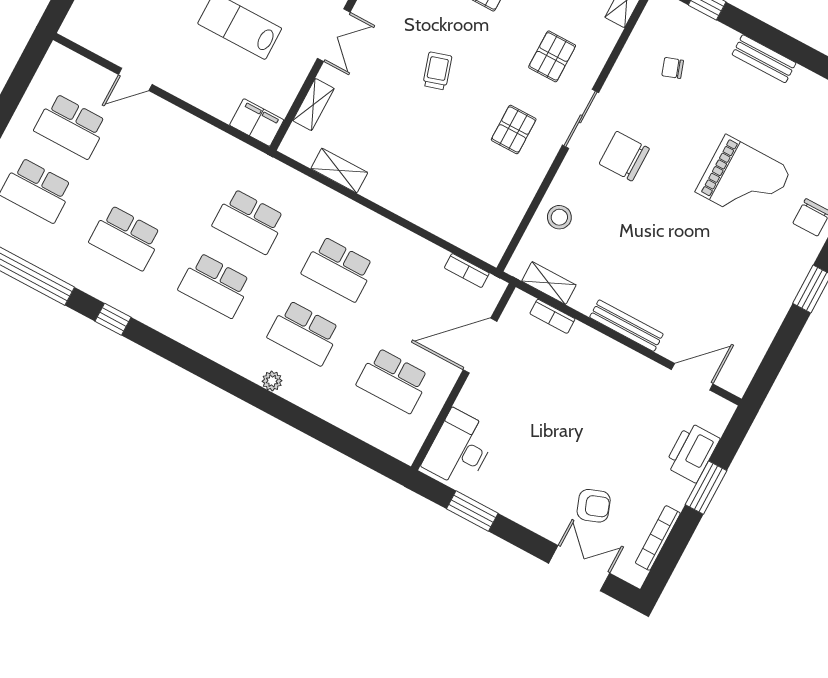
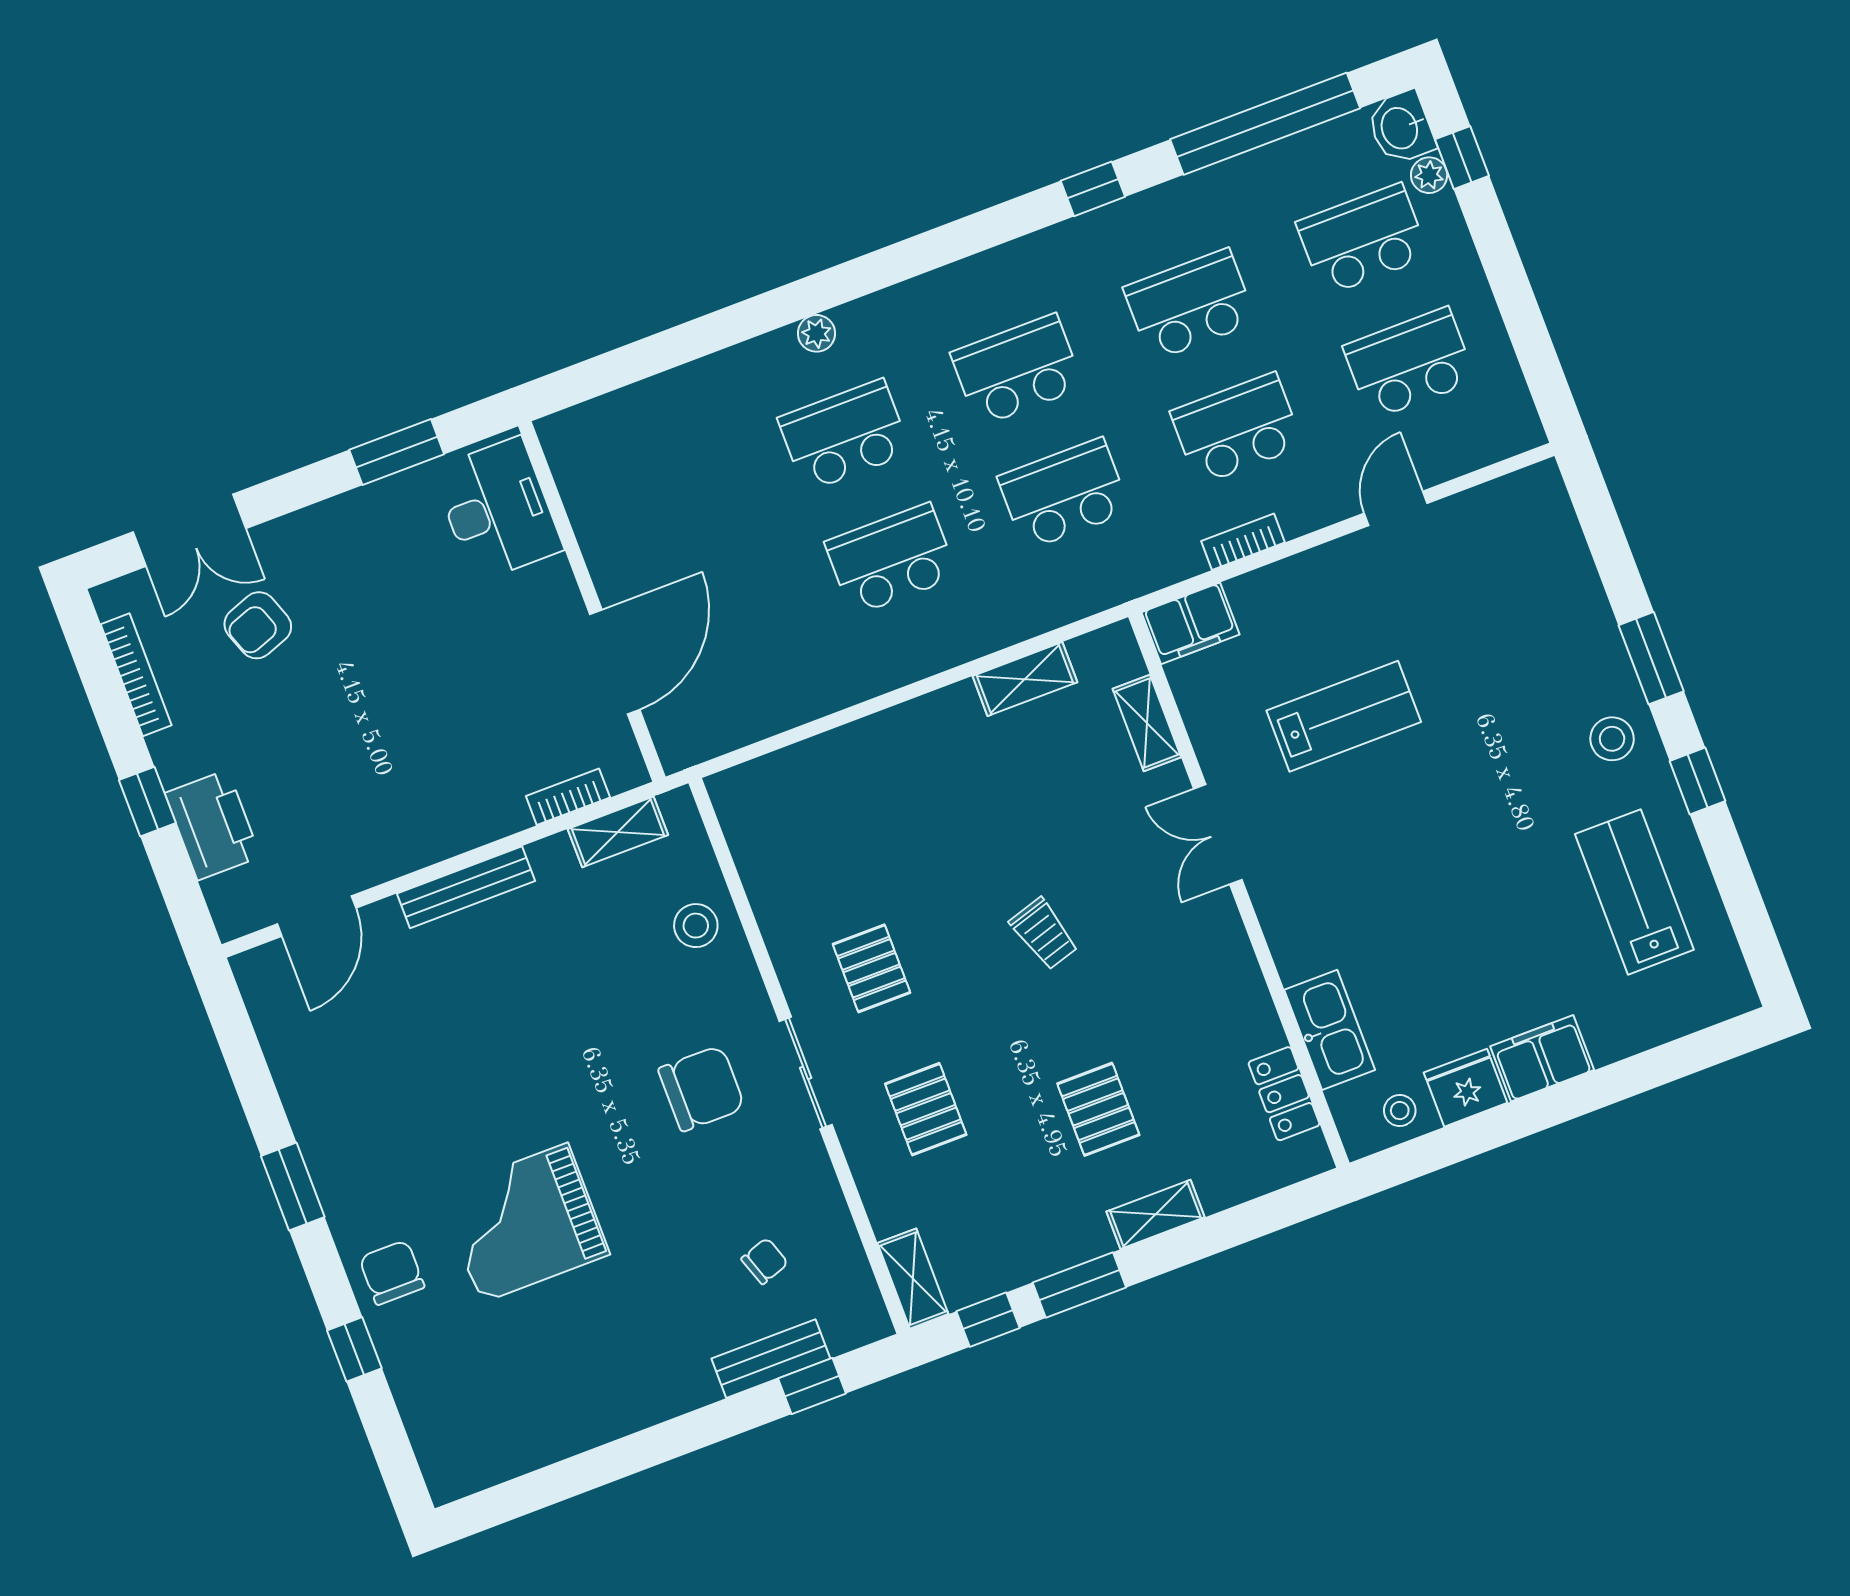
bench: (764, 59) -> (771, 1359), moved
bookcase: (467, 270) -> (1243, 542), moved
school desk: (393, 380) -> (1237, 429), moved
window: (706, 488) -> (147, 802), width x0.67

